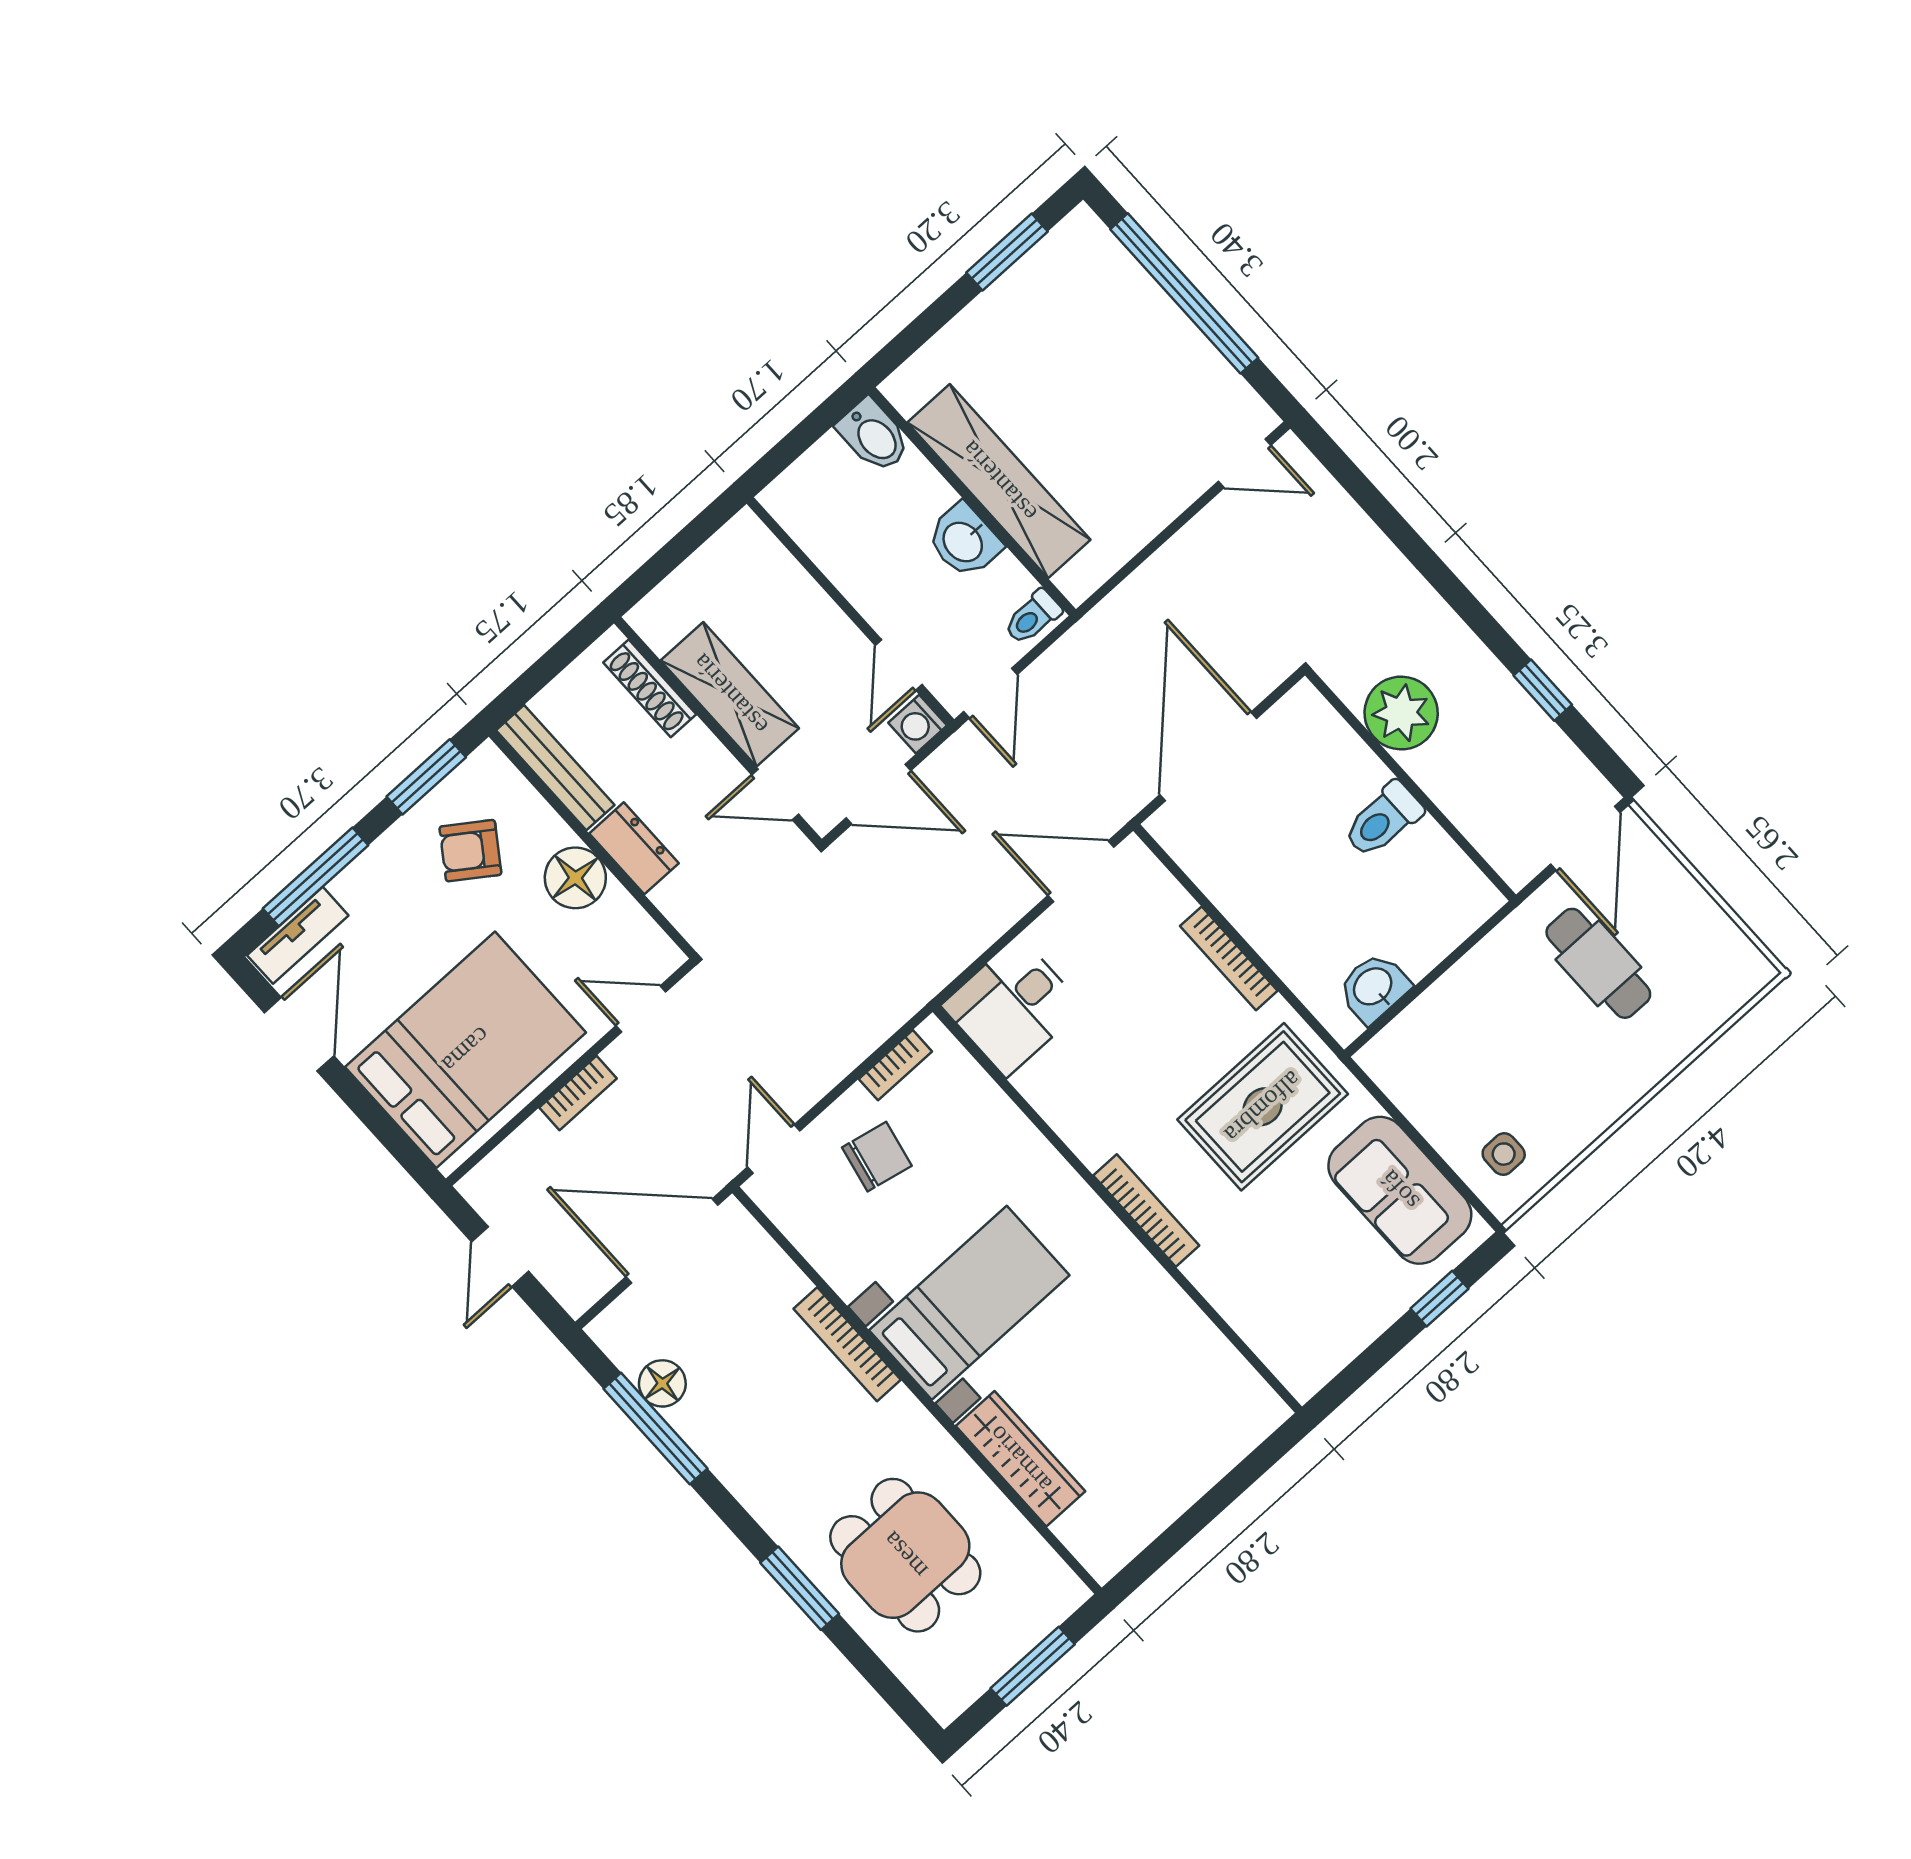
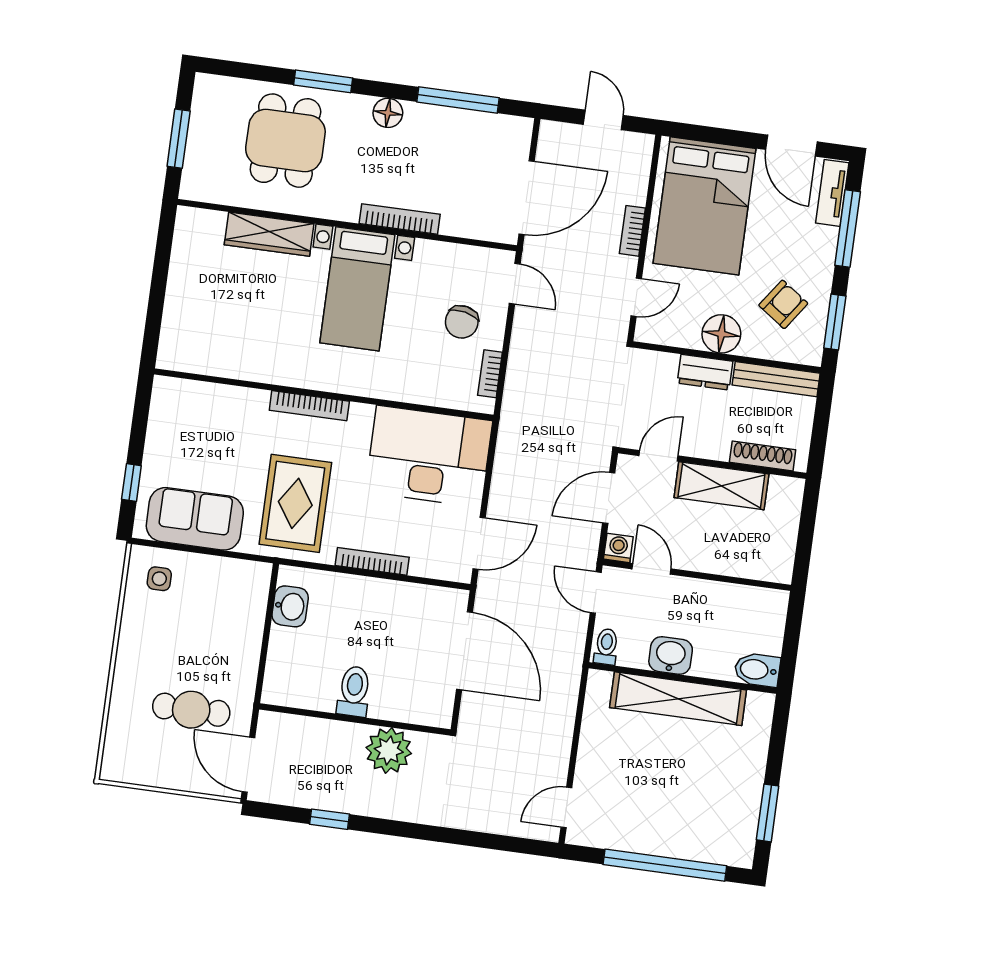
desk: (1013, 1006) -> (429, 456), width x1.87, depth x1.30
floor lamp: (662, 1383) -> (388, 113), moved
dining table: (905, 1555) -> (285, 141), turned 90

